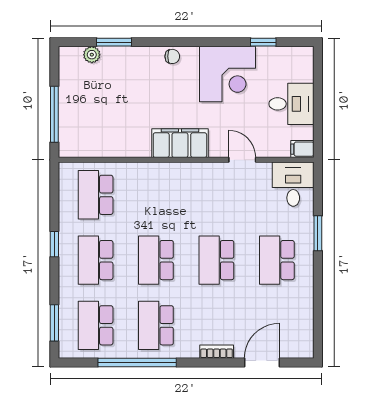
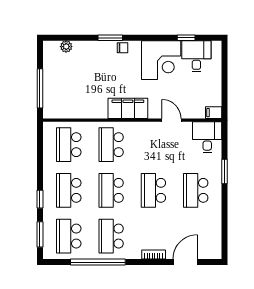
window: (114, 42) -> (110, 38), moved
desk: (291, 104) -> (196, 56), moved, turned -90
school desk: (156, 195) -> (111, 145), added
window: (54, 244) -> (40, 199), moved

